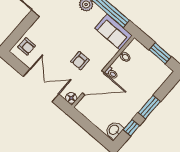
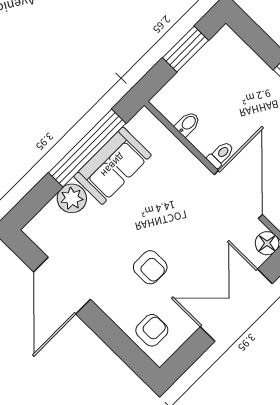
sofa: (114, 32) -> (113, 166), moved
armchair: (80, 61) -> (150, 267), moved

